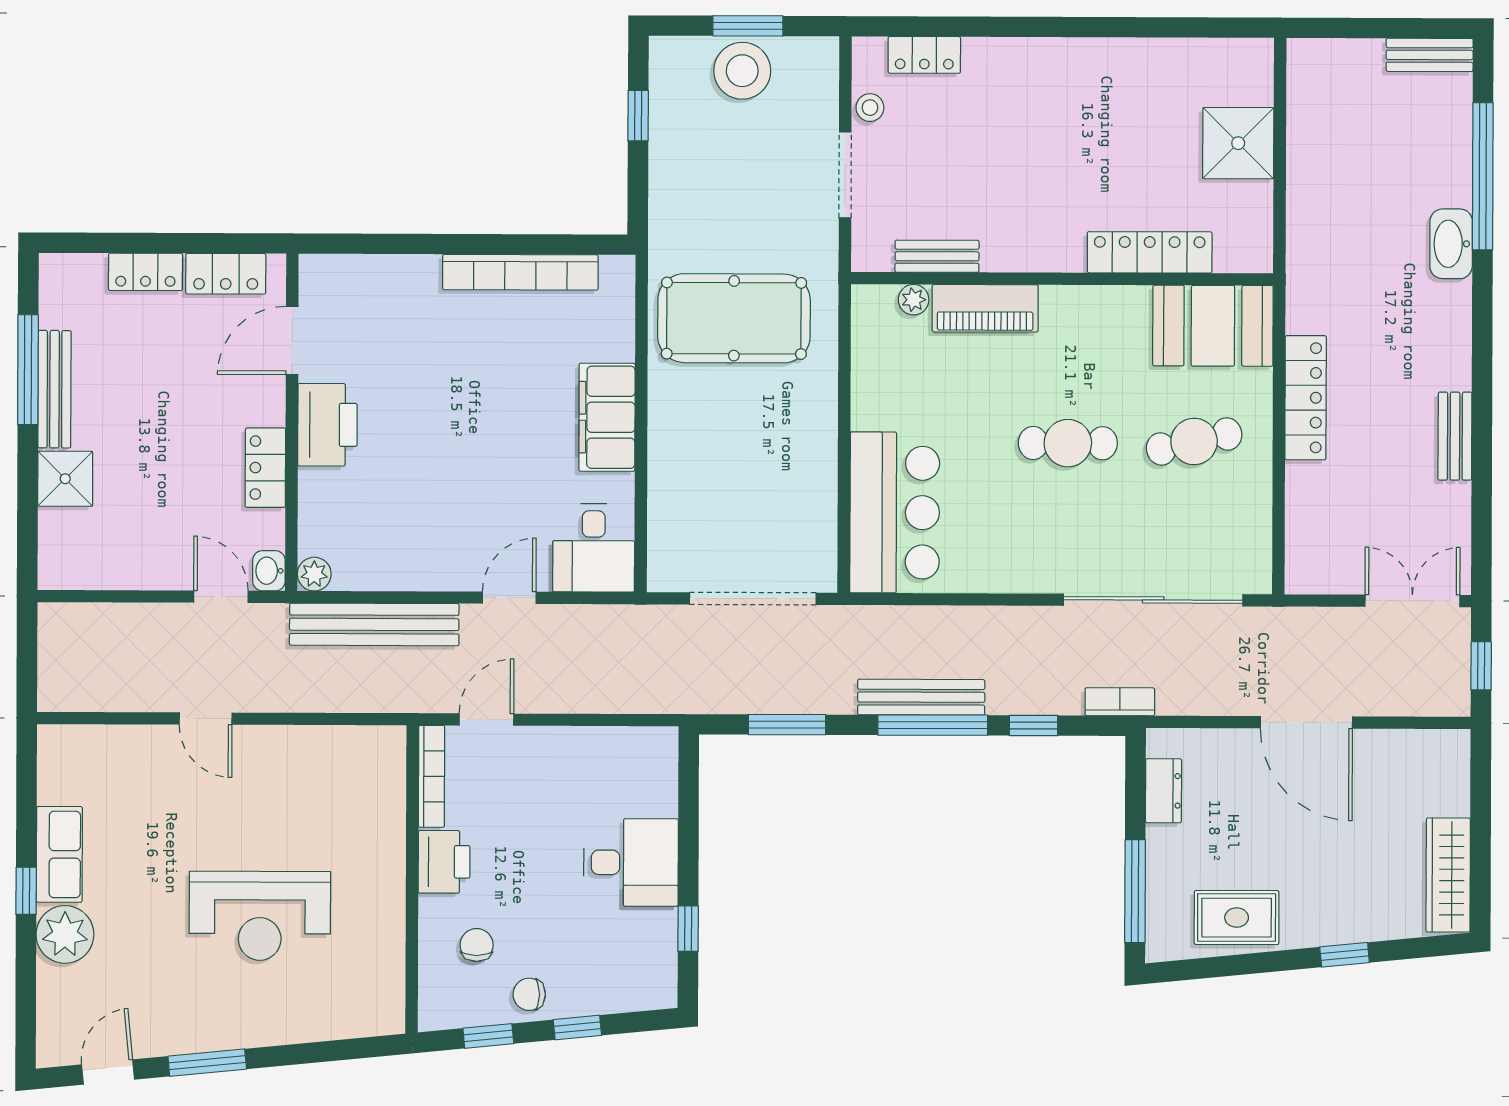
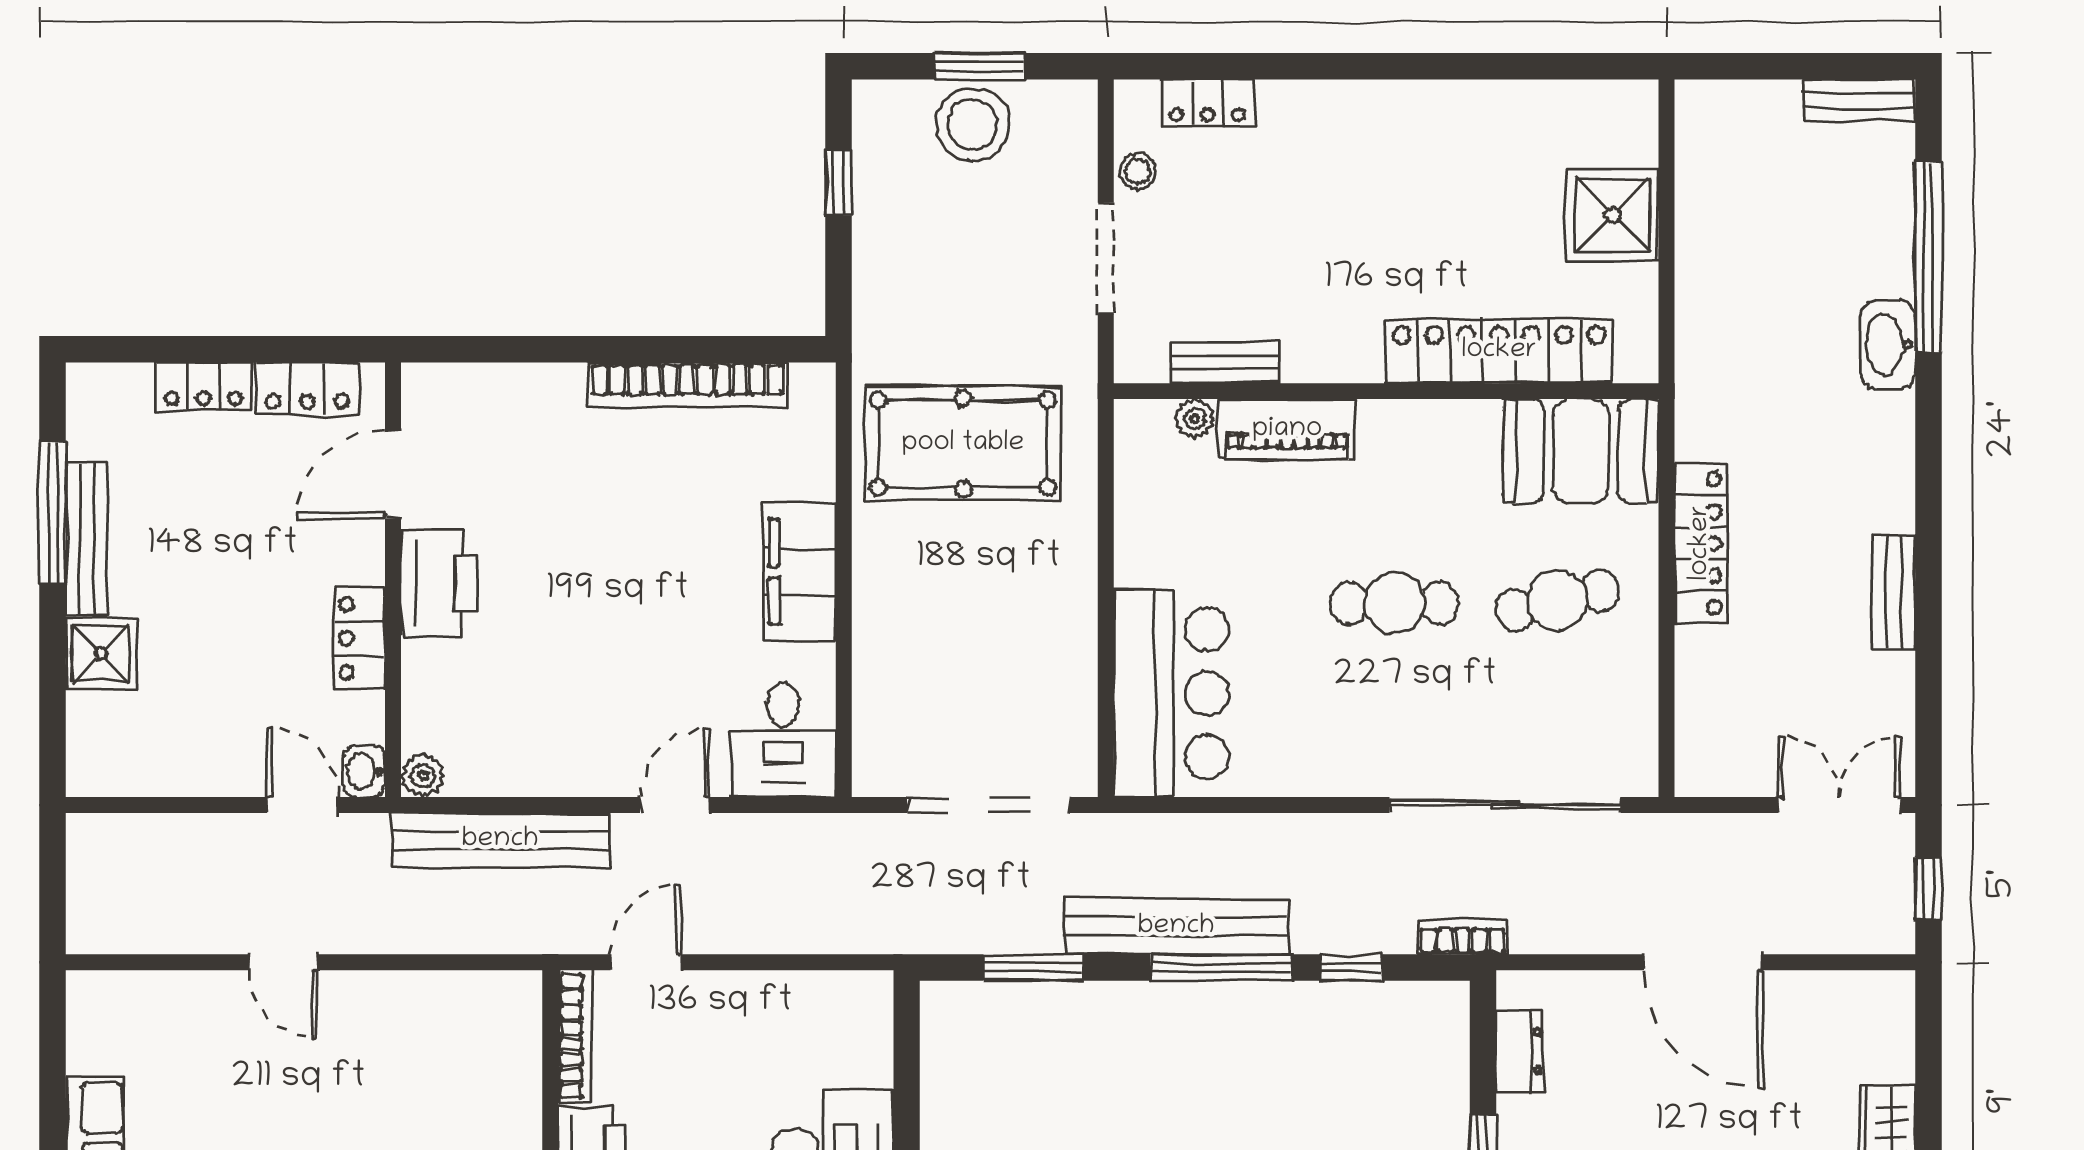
locker: (1150, 252) -> (1499, 351), width x1.41, depth x1.21
bench: (921, 697) -> (1176, 927), width x1.37, depth x1.21

